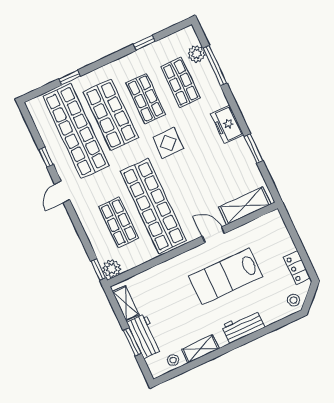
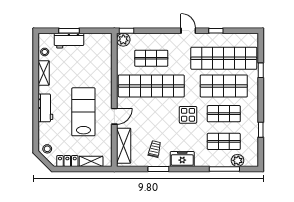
trolley: (231, 165) -> (155, 149), added
shelving: (126, 303) -> (91, 161), moved

